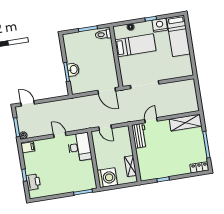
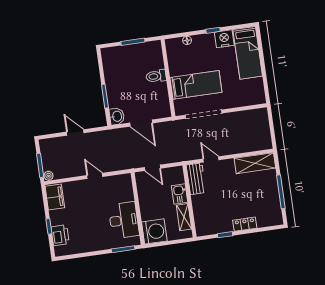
toilet: (103, 34) -> (156, 76), moved
bed: (135, 45) -> (196, 85), moved
washbasin: (73, 70) -> (117, 116), moved
door: (107, 91) -> (141, 123), moved
door: (28, 103) -> (75, 132), moved
door: (151, 120) -> (211, 159), hinge flipped
filing cabinet: (28, 147) -> (55, 197), width x2.00
desk: (80, 147) -> (124, 220), moved
kitchen sink: (127, 148) -> (180, 194), added
locker: (199, 167) -> (245, 224), moved

